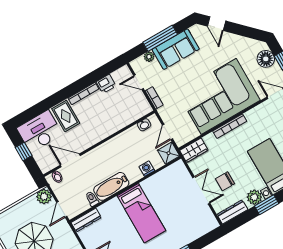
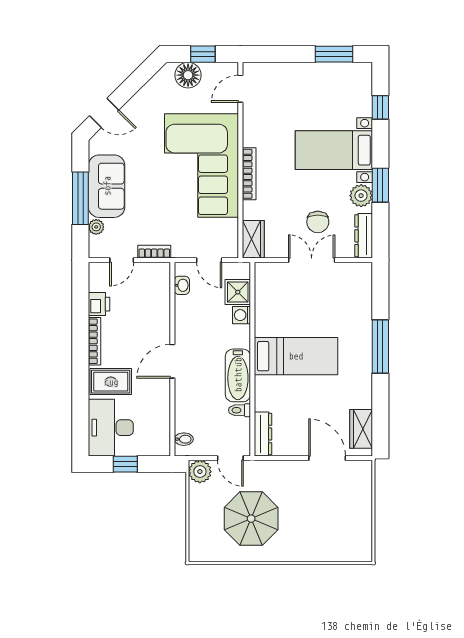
shower: (169, 153) -> (238, 292), moved
door: (70, 160) -> (172, 361), moved

